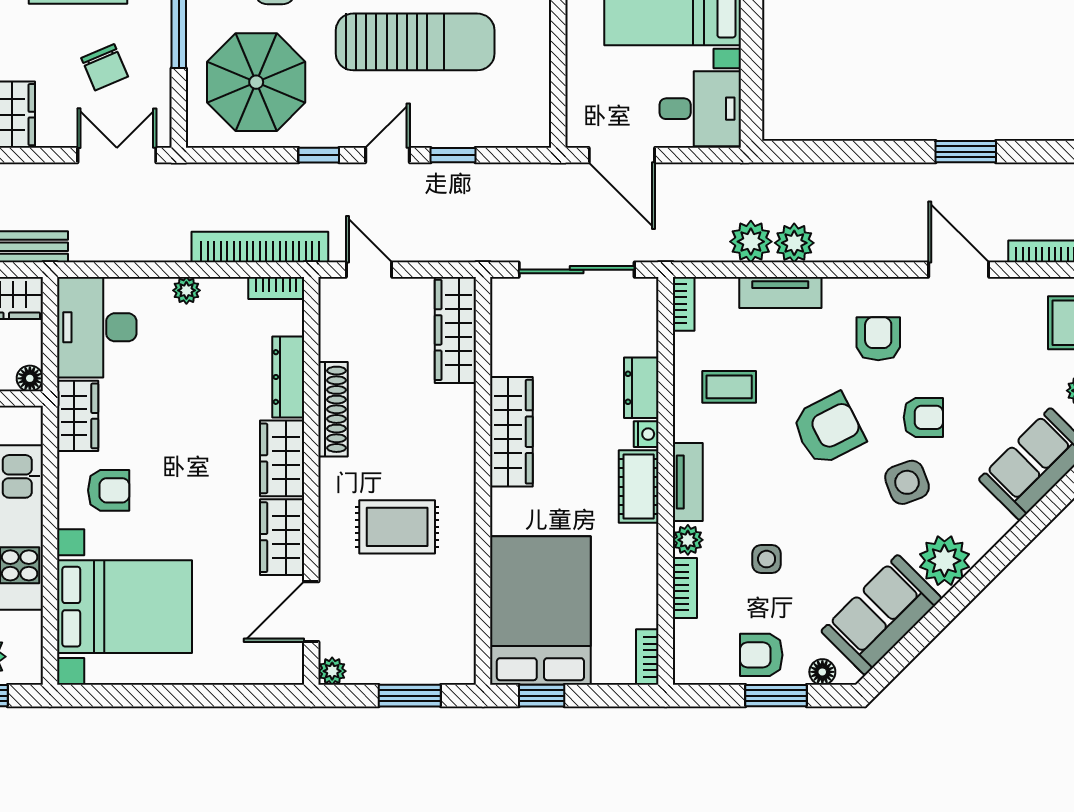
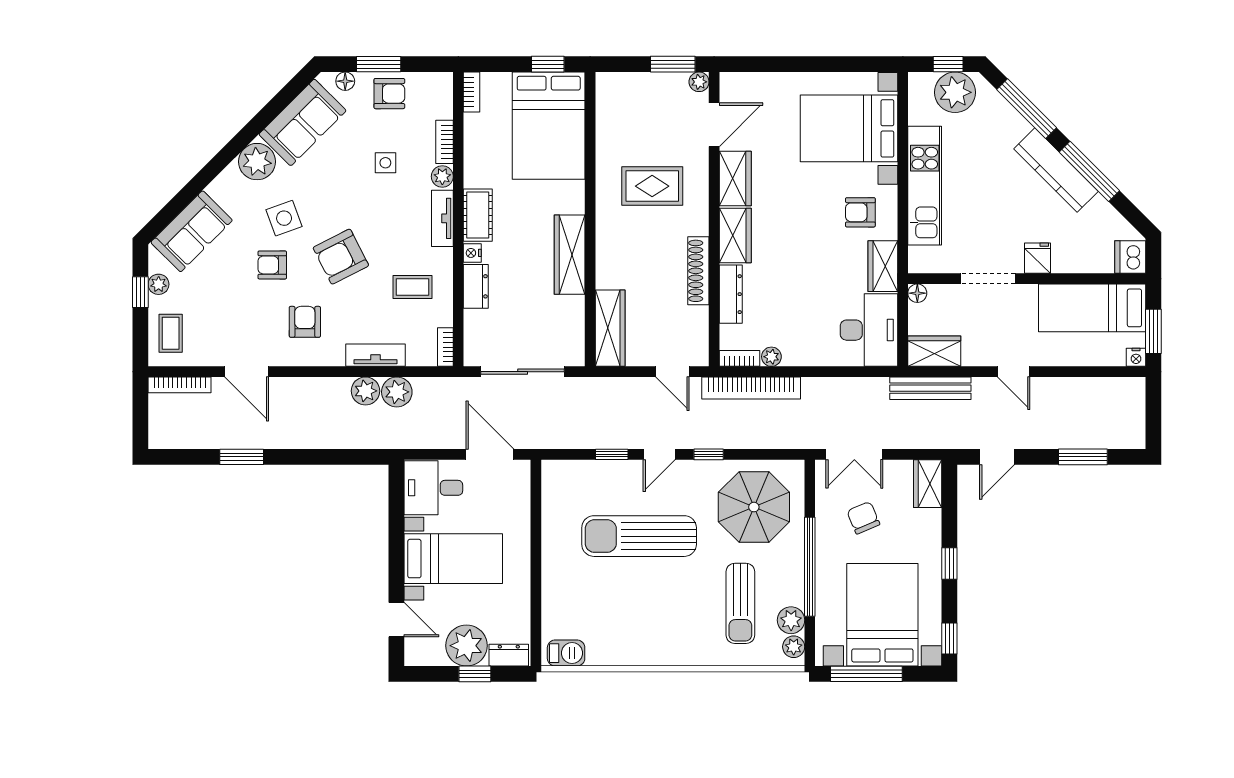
plant: (186, 290) -> (771, 357), moved
armchair: (878, 339) -> (305, 322), turned 180
window: (410, 696) -> (673, 64), moved

